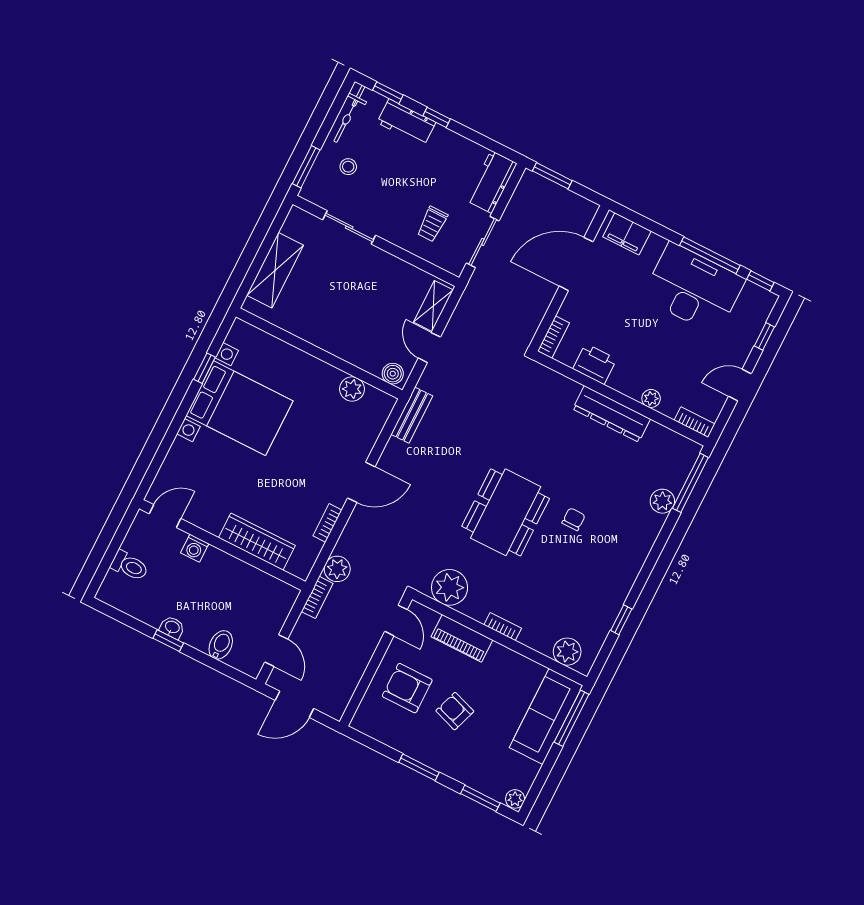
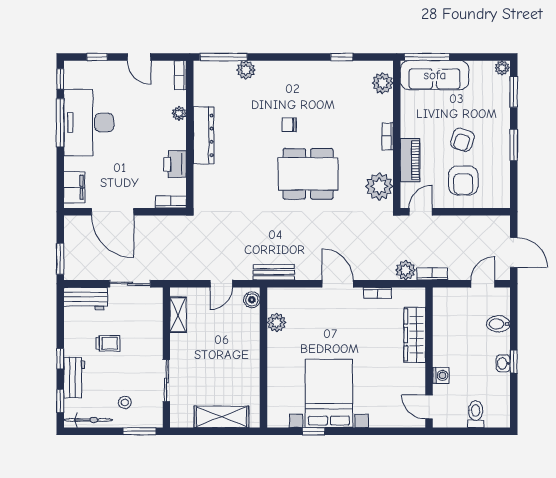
trolley: (432, 224) -> (108, 343), moved
shelving: (433, 306) -> (178, 315), moved, turned 90

